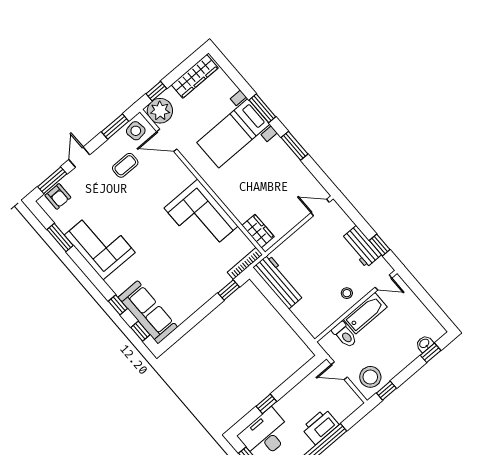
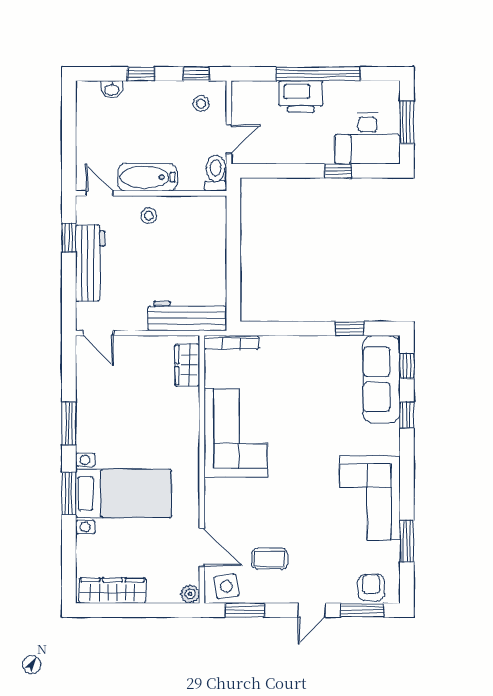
window: (156, 91) -> (168, 610), removed
plant: (160, 111) -> (190, 594), width x0.53, depth x0.53
workbench: (361, 247) -> (90, 263), width x1.38
workbench: (279, 282) -> (187, 316), moved, turned 90
window: (229, 290) -> (350, 329), moved
toilet: (345, 335) -> (216, 173), moved
window: (431, 353) -> (141, 74), moved
door: (339, 371) -> (229, 139), hinge flipped
stool: (370, 377) -> (201, 104), width x0.53, depth x0.53

